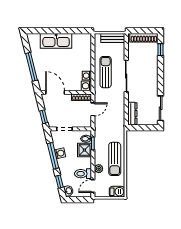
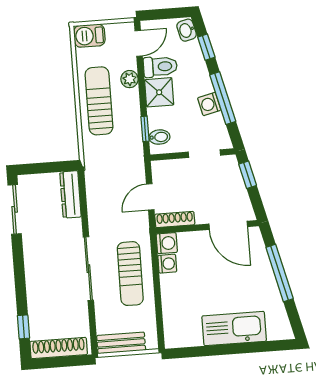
shower: (84, 150) -> (159, 92), moved

